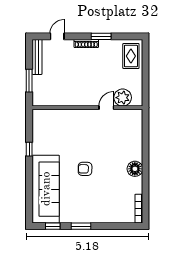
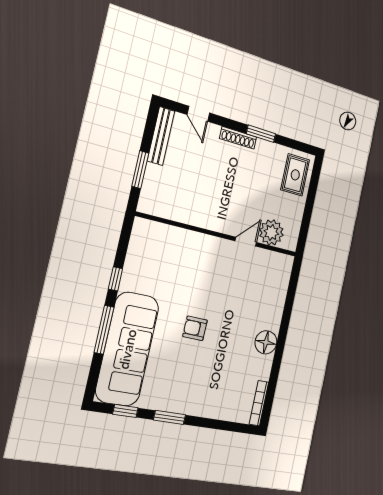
door: (57, 36) -> (198, 114), swing flipped
window: (29, 180) -> (104, 330), added

